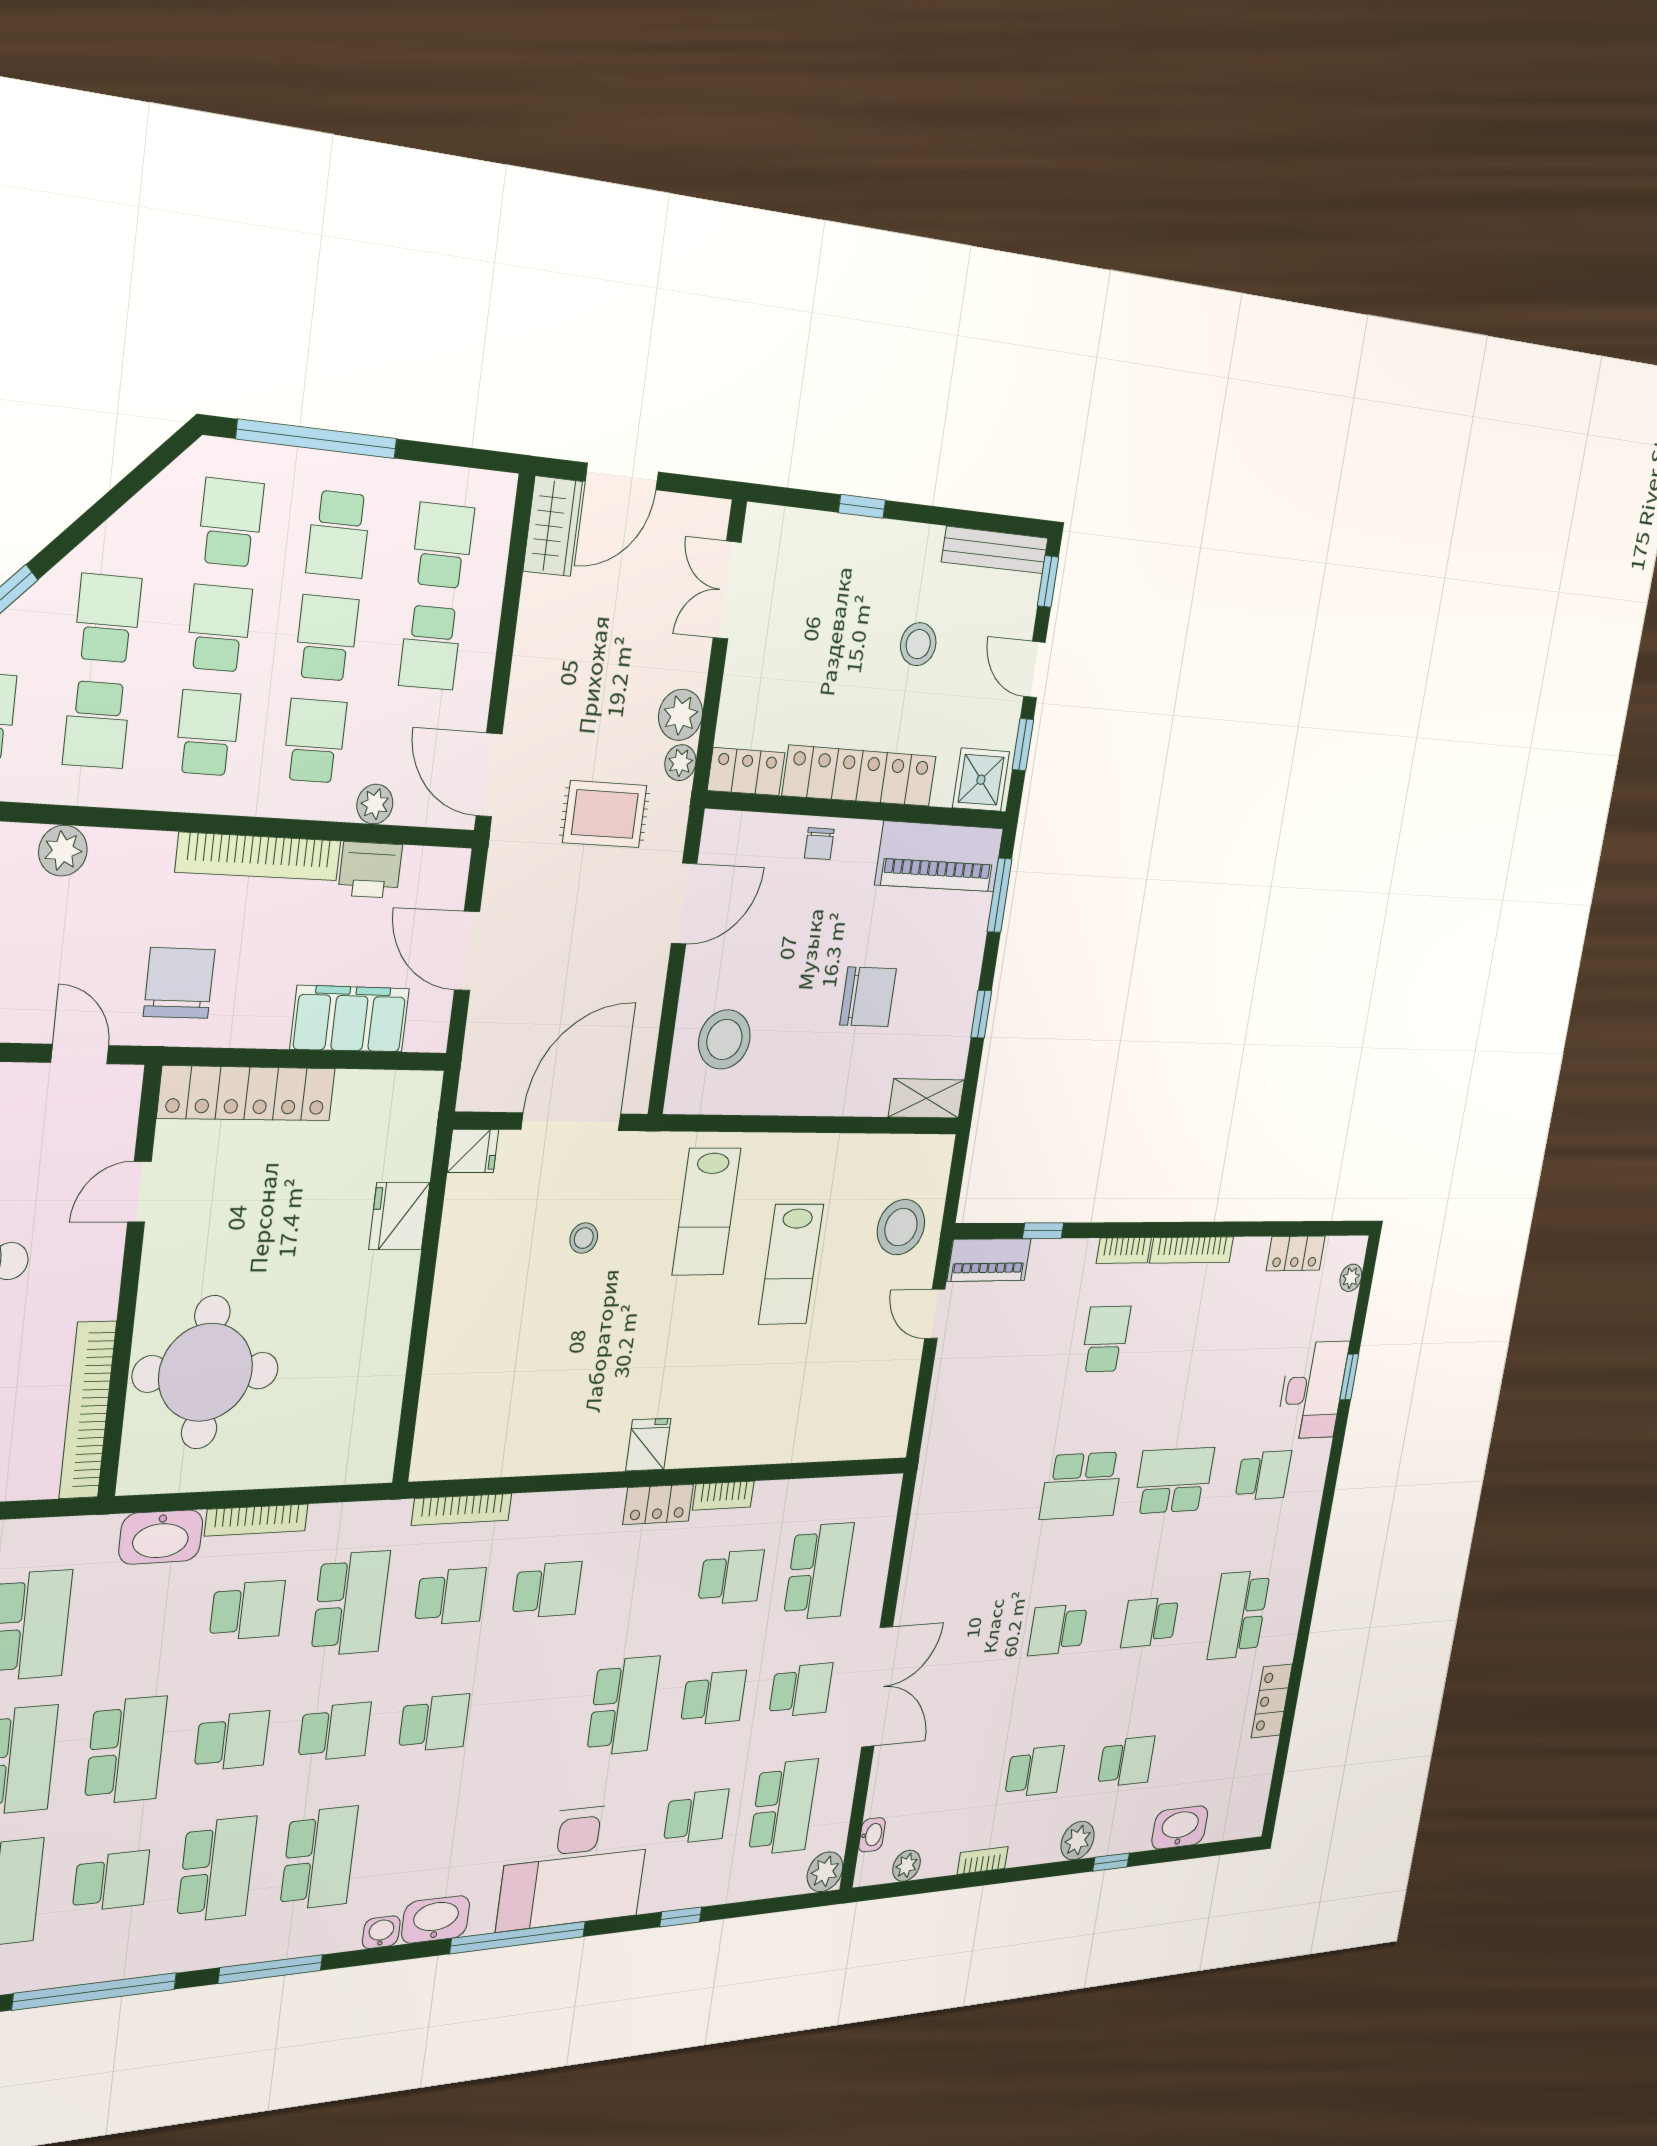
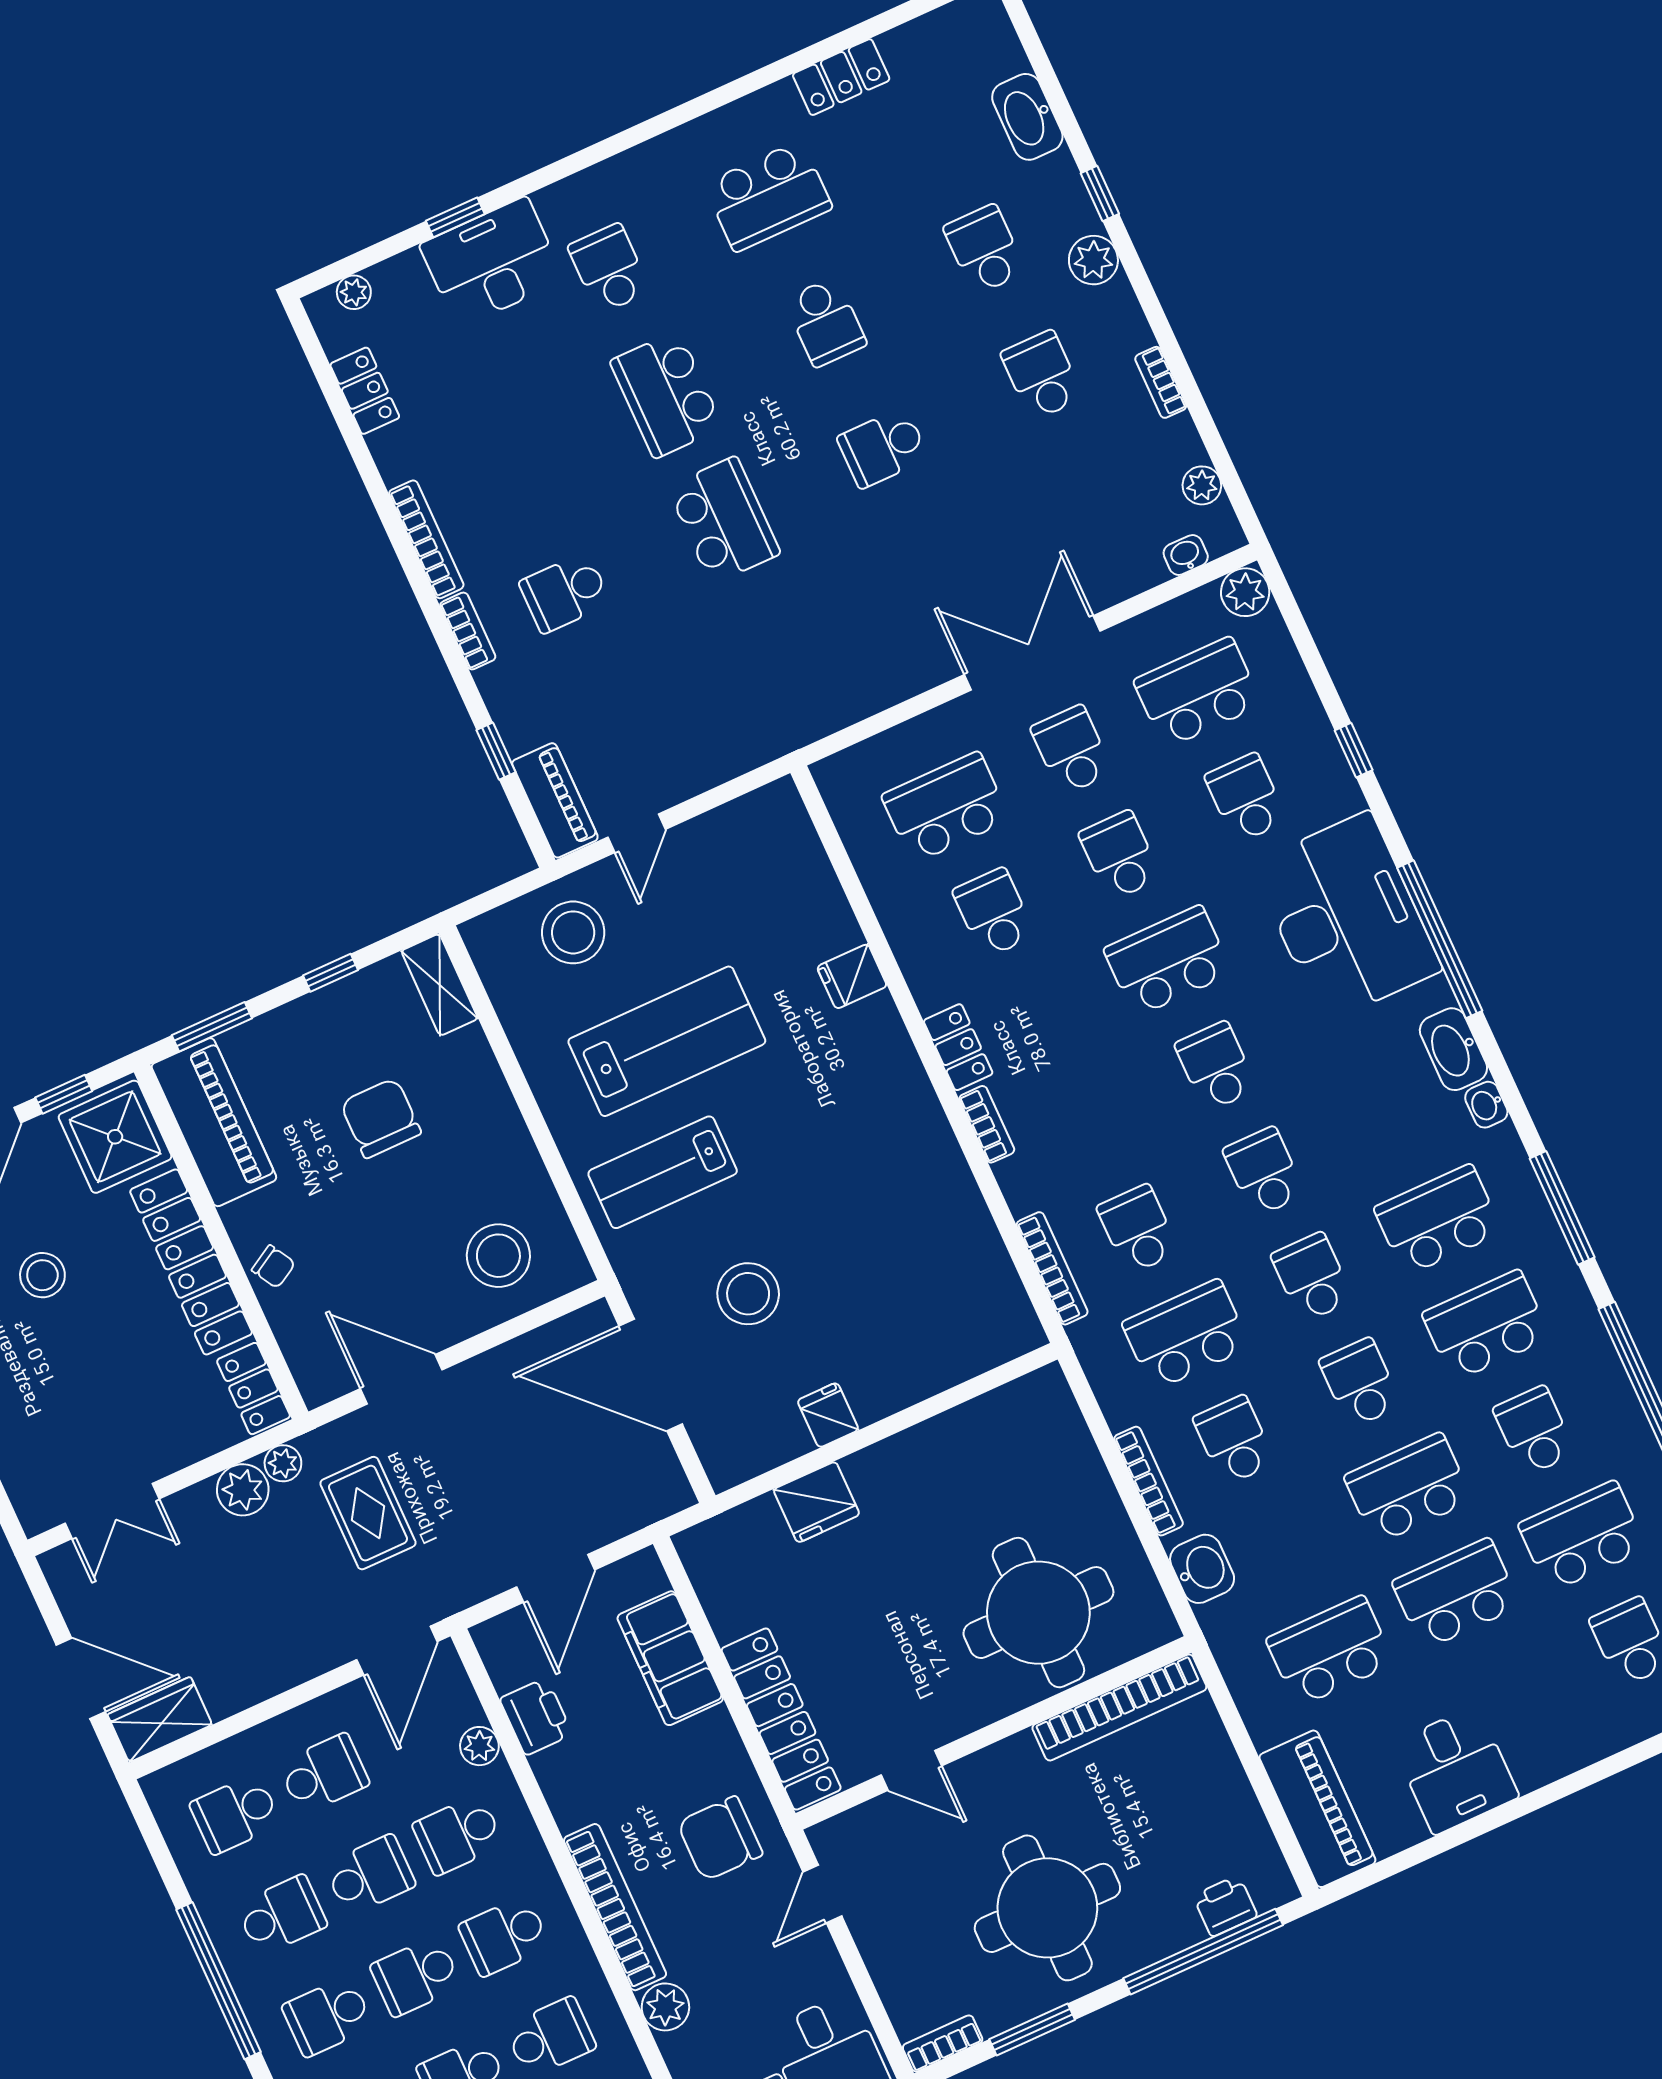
school desk: (327, 638) -> (370, 1875), turned 180
shower: (981, 780) -> (115, 1137), width x1.36, depth x1.36
chair: (819, 844) -> (273, 1267), turned 60
bookcase: (259, 856) -> (615, 1907), moved
fridge: (473, 1151) -> (828, 1415), moved
lab bench: (706, 1212) -> (663, 1172), turned 180
stool: (584, 1238) -> (748, 1294), width x1.89, depth x1.89
lab bench: (791, 1264) -> (667, 1041), width x1.36, depth x1.39
fridge: (648, 1445) -> (852, 976), moved
bookcase: (723, 1496) -> (987, 1124), moved
washbasin: (161, 1537) -> (1202, 1569), width x0.72
school desk: (547, 1590) -> (1216, 1066), moved
school desk: (1058, 1630) -> (883, 448), turned 90

